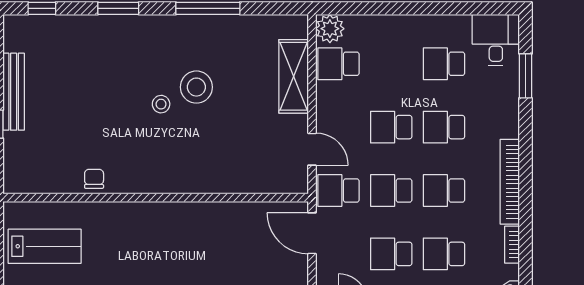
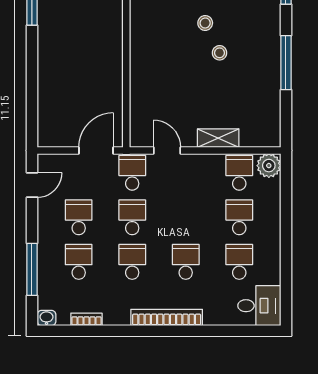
shelving: (294, 76) -> (218, 138), width x0.67, depth x0.75
window: (526, 76) -> (229, 331), removed
stool: (196, 87) -> (220, 53), width x0.53, depth x0.53
school desk: (391, 127) -> (239, 217), moved
door: (312, 149) -> (167, 151), swing flipped
bookcase: (510, 182) -> (167, 317), moved

